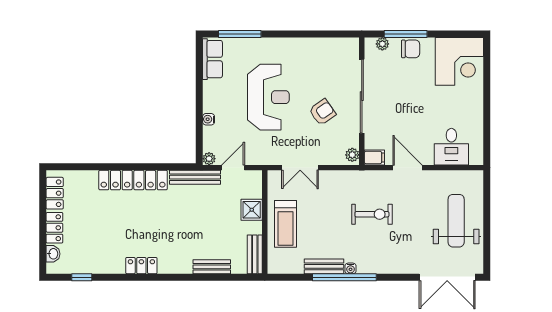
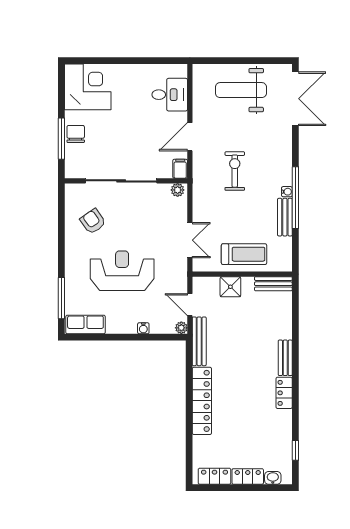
plant: (382, 44) -> (71, 161), removed
armchair: (322, 112) -> (93, 221), moved
bench: (212, 267) -> (285, 358), moved

